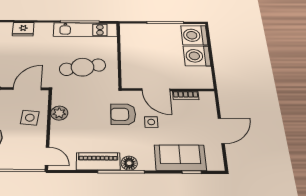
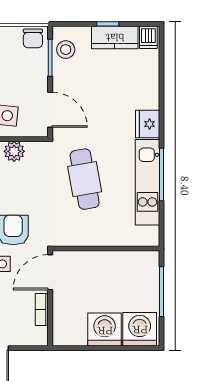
fridge: (23, 29) -> (148, 124), moved
wall: (119, 54) -> (106, 248), moved

